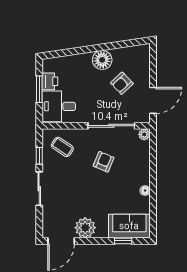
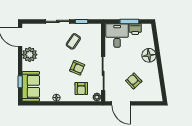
floor lamp: (102, 60) -> (149, 55), moved
coffee table: (62, 147) -> (73, 41), moved
armchair: (132, 156) -> (81, 89), added

